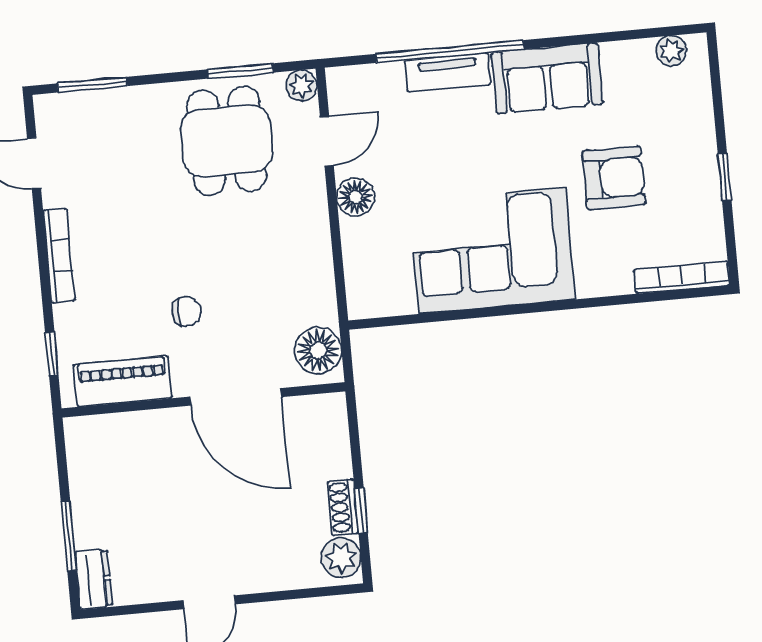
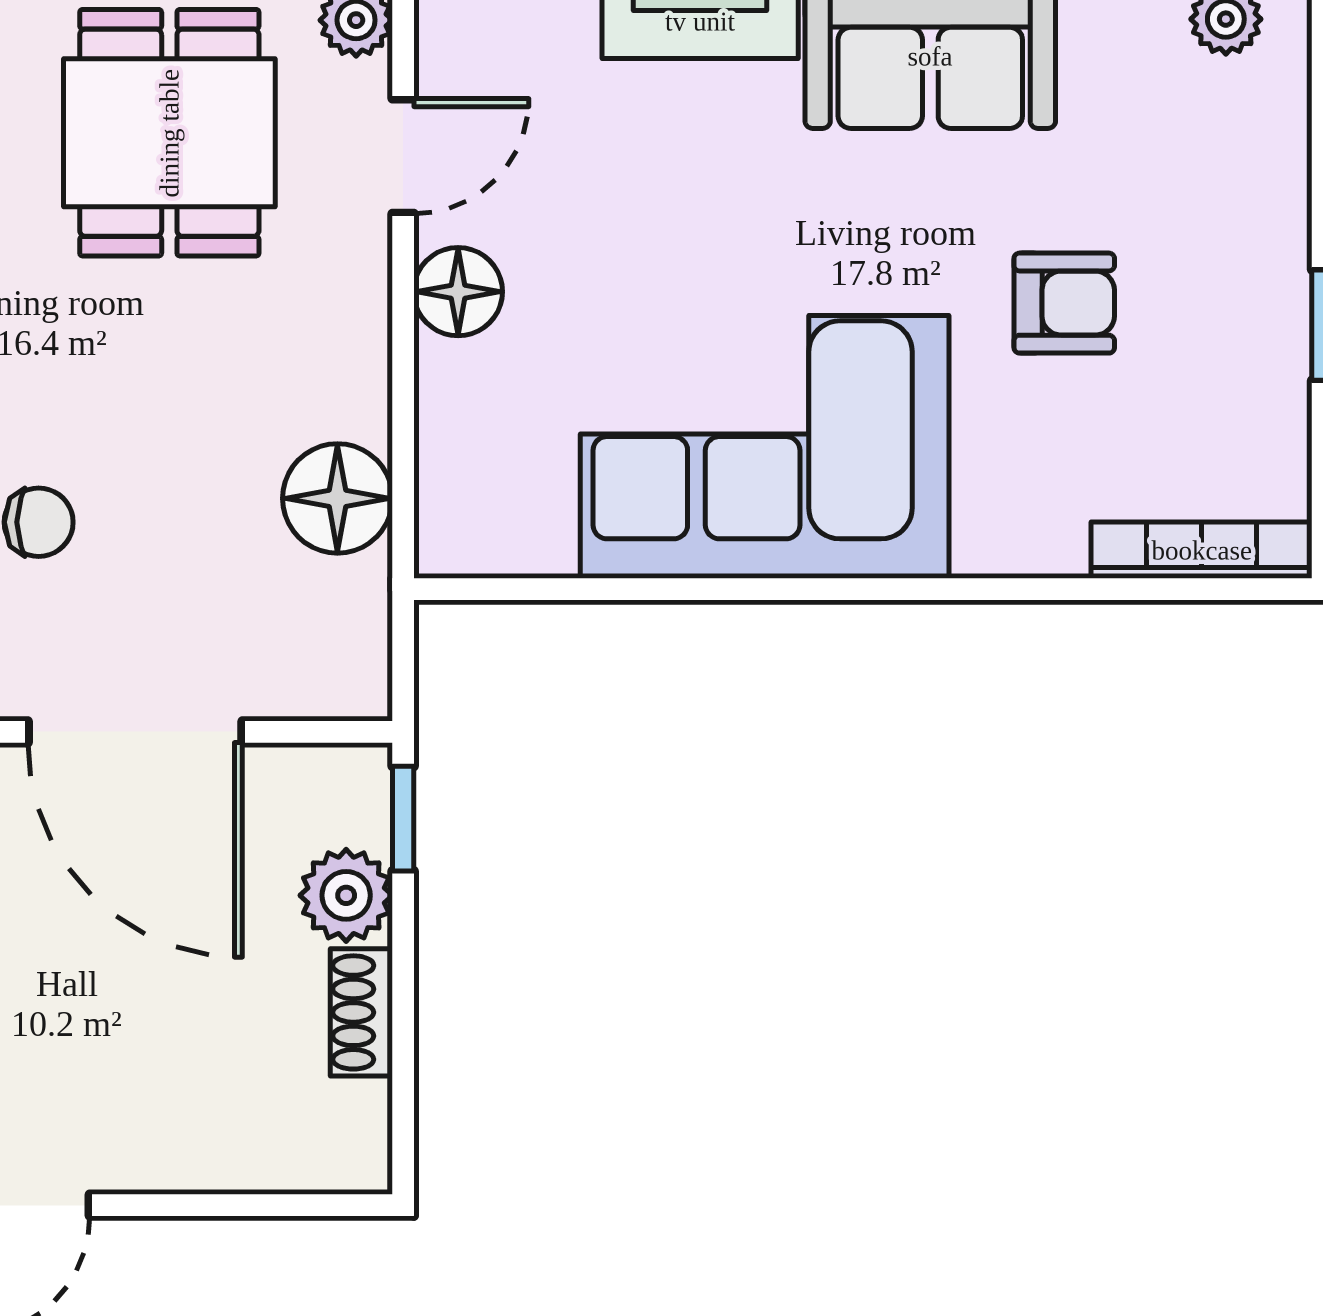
armchair: (614, 178) -> (1064, 303), width x0.72, depth x0.72
floor lamp: (318, 350) -> (337, 498), moved
window: (361, 511) -> (403, 819), moved
plant: (341, 558) -> (346, 895), moved

